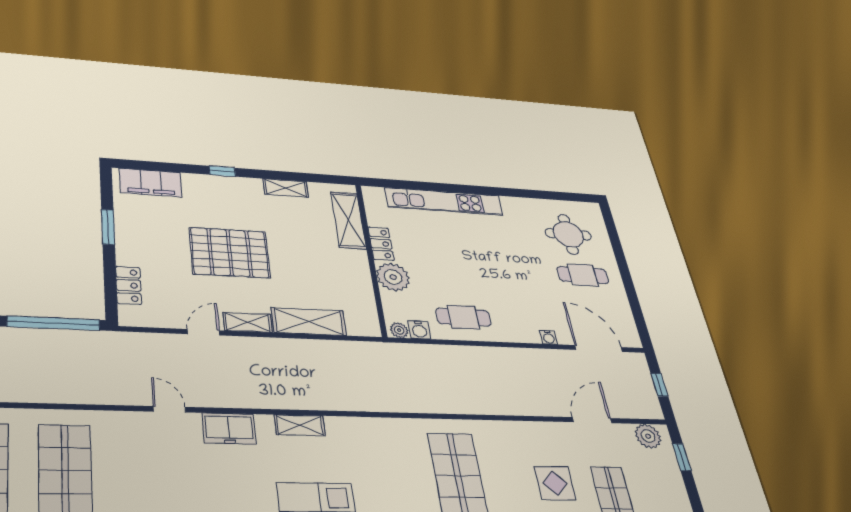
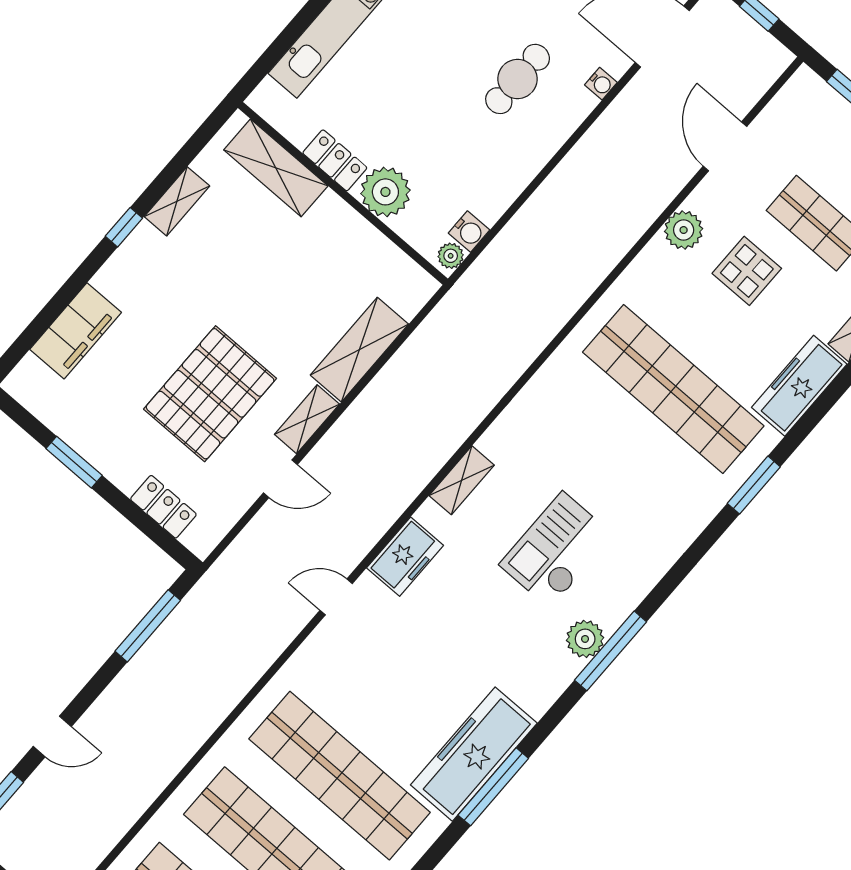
window: (222, 171) -> (124, 227), moved
filing cabinet: (151, 183) -> (76, 331), moved
pallet: (230, 253) -> (210, 394), moved
cafe table: (463, 317) -> (518, 79), moved
window: (54, 323) -> (148, 626), width x0.68
door: (203, 332) -> (280, 479), swing flipped
plant: (648, 436) -> (684, 230), moved

